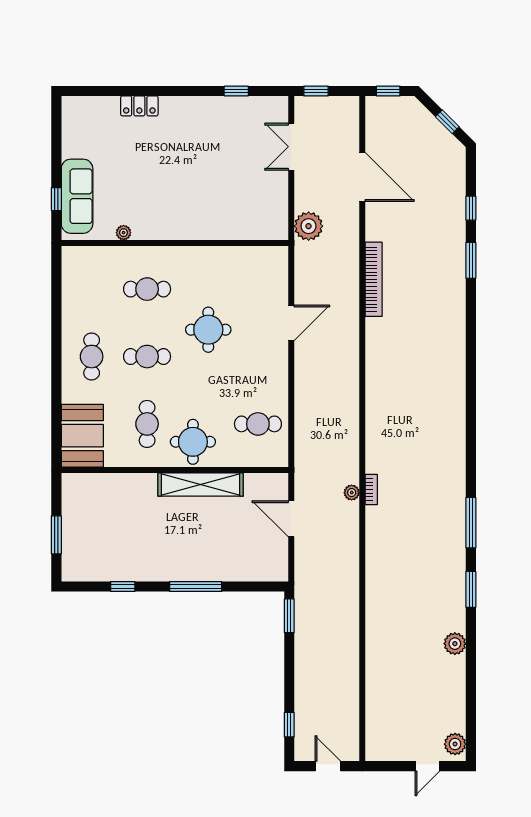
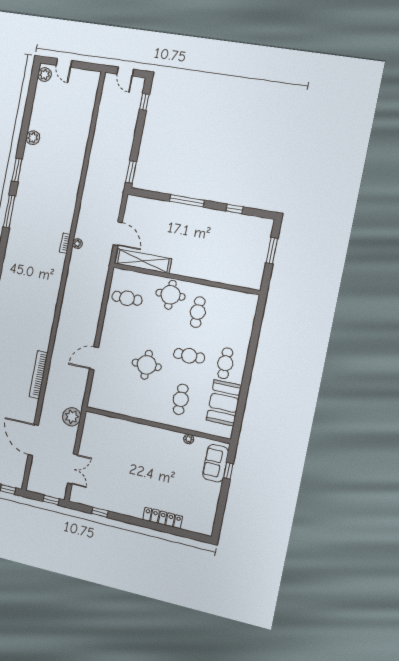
locker: (139, 106) -> (163, 518), width x1.53
sofa: (77, 196) -> (216, 463), width x0.73
cafe table: (147, 289) -> (181, 399), turned 90
booth: (82, 436) -> (224, 403), moved
shelving: (201, 485) -> (143, 261), moved
door: (427, 766) -> (64, 63), swing flipped

